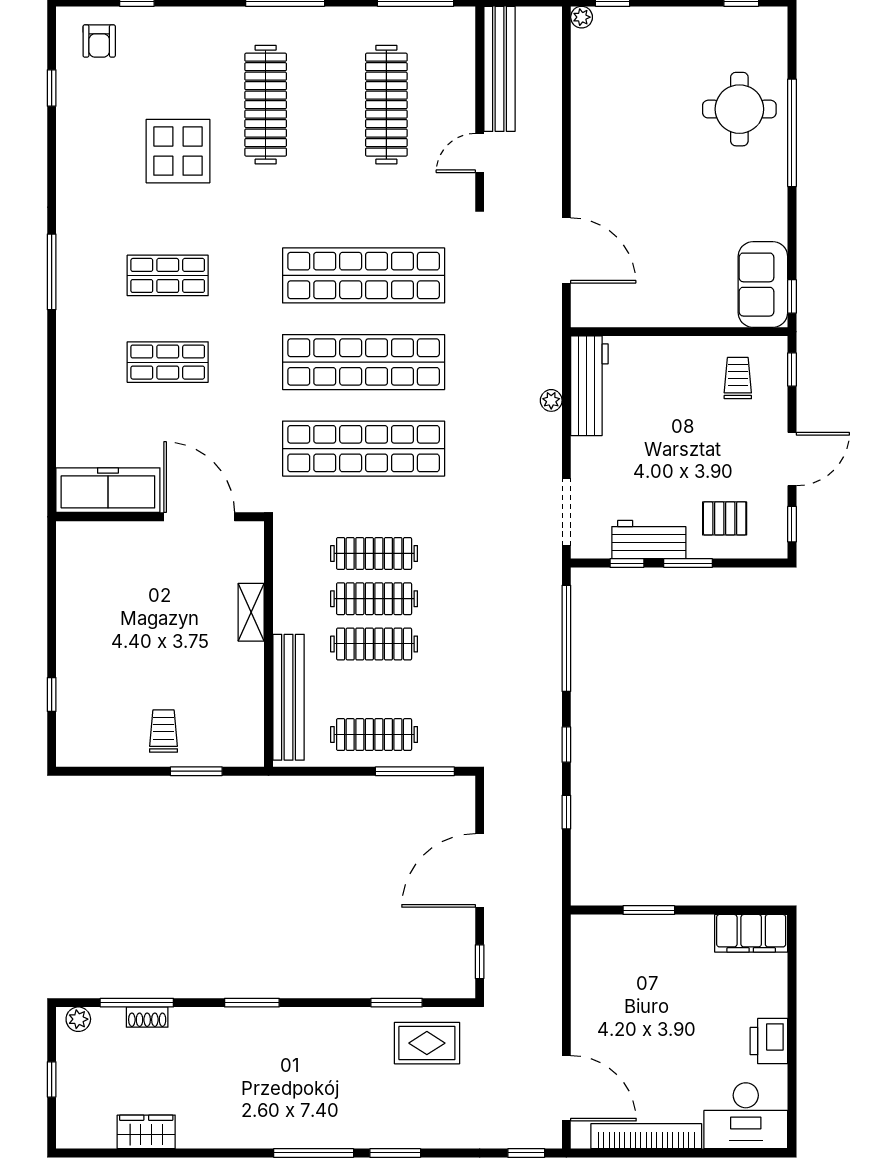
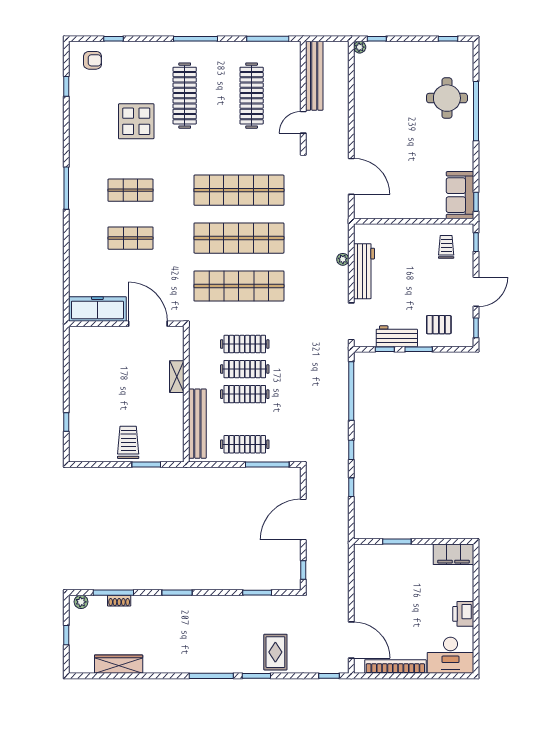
armchair: (99, 41) -> (93, 60), turned -90
workbench: (589, 386) -> (364, 271), moved
trolley: (164, 731) -> (128, 442), width x1.36, depth x1.39
rug: (427, 1043) -> (275, 652), moved, turned 90
wardrobe: (146, 1132) -> (119, 664), width x1.50

